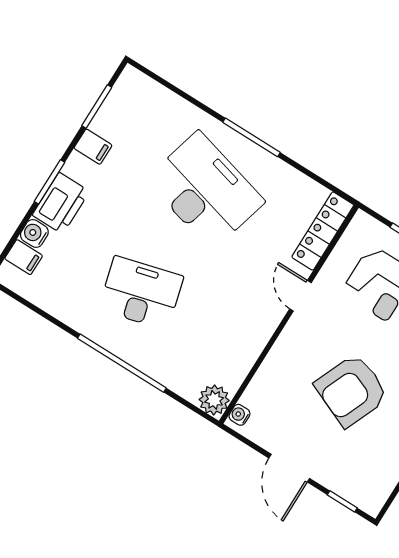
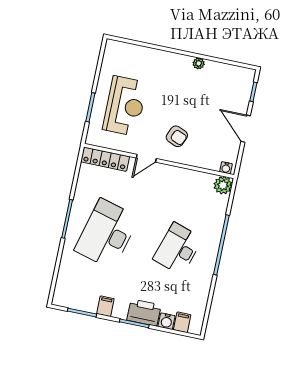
desk: (141, 293) -> (178, 249), turned 33
armchair: (352, 390) -> (177, 136), moved, width x0.53, depth x0.53
door: (289, 468) -> (246, 129), swing flipped

